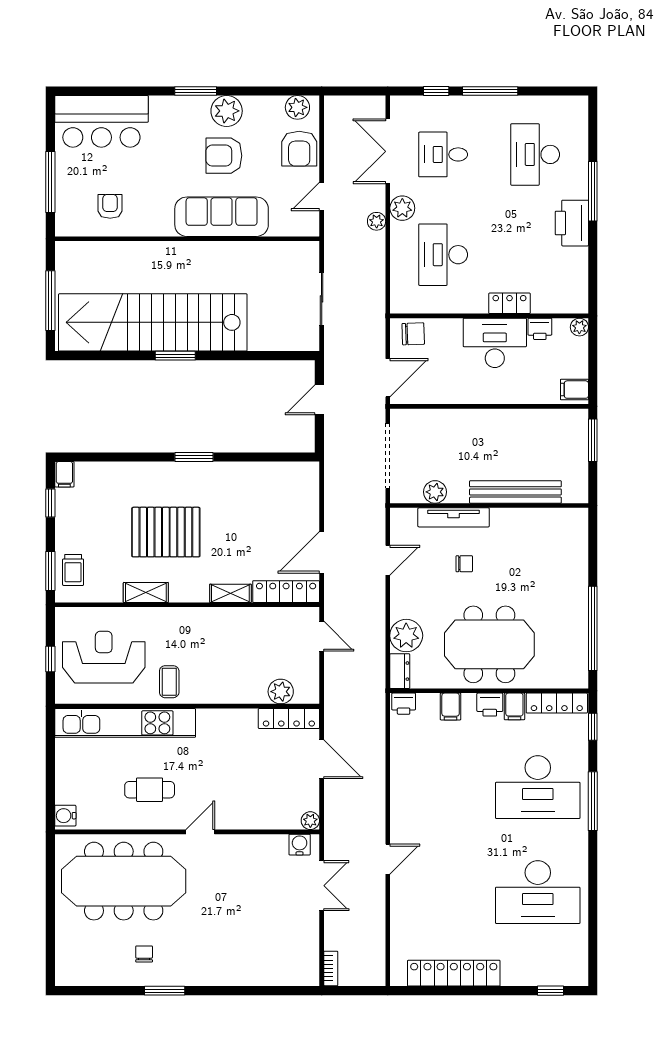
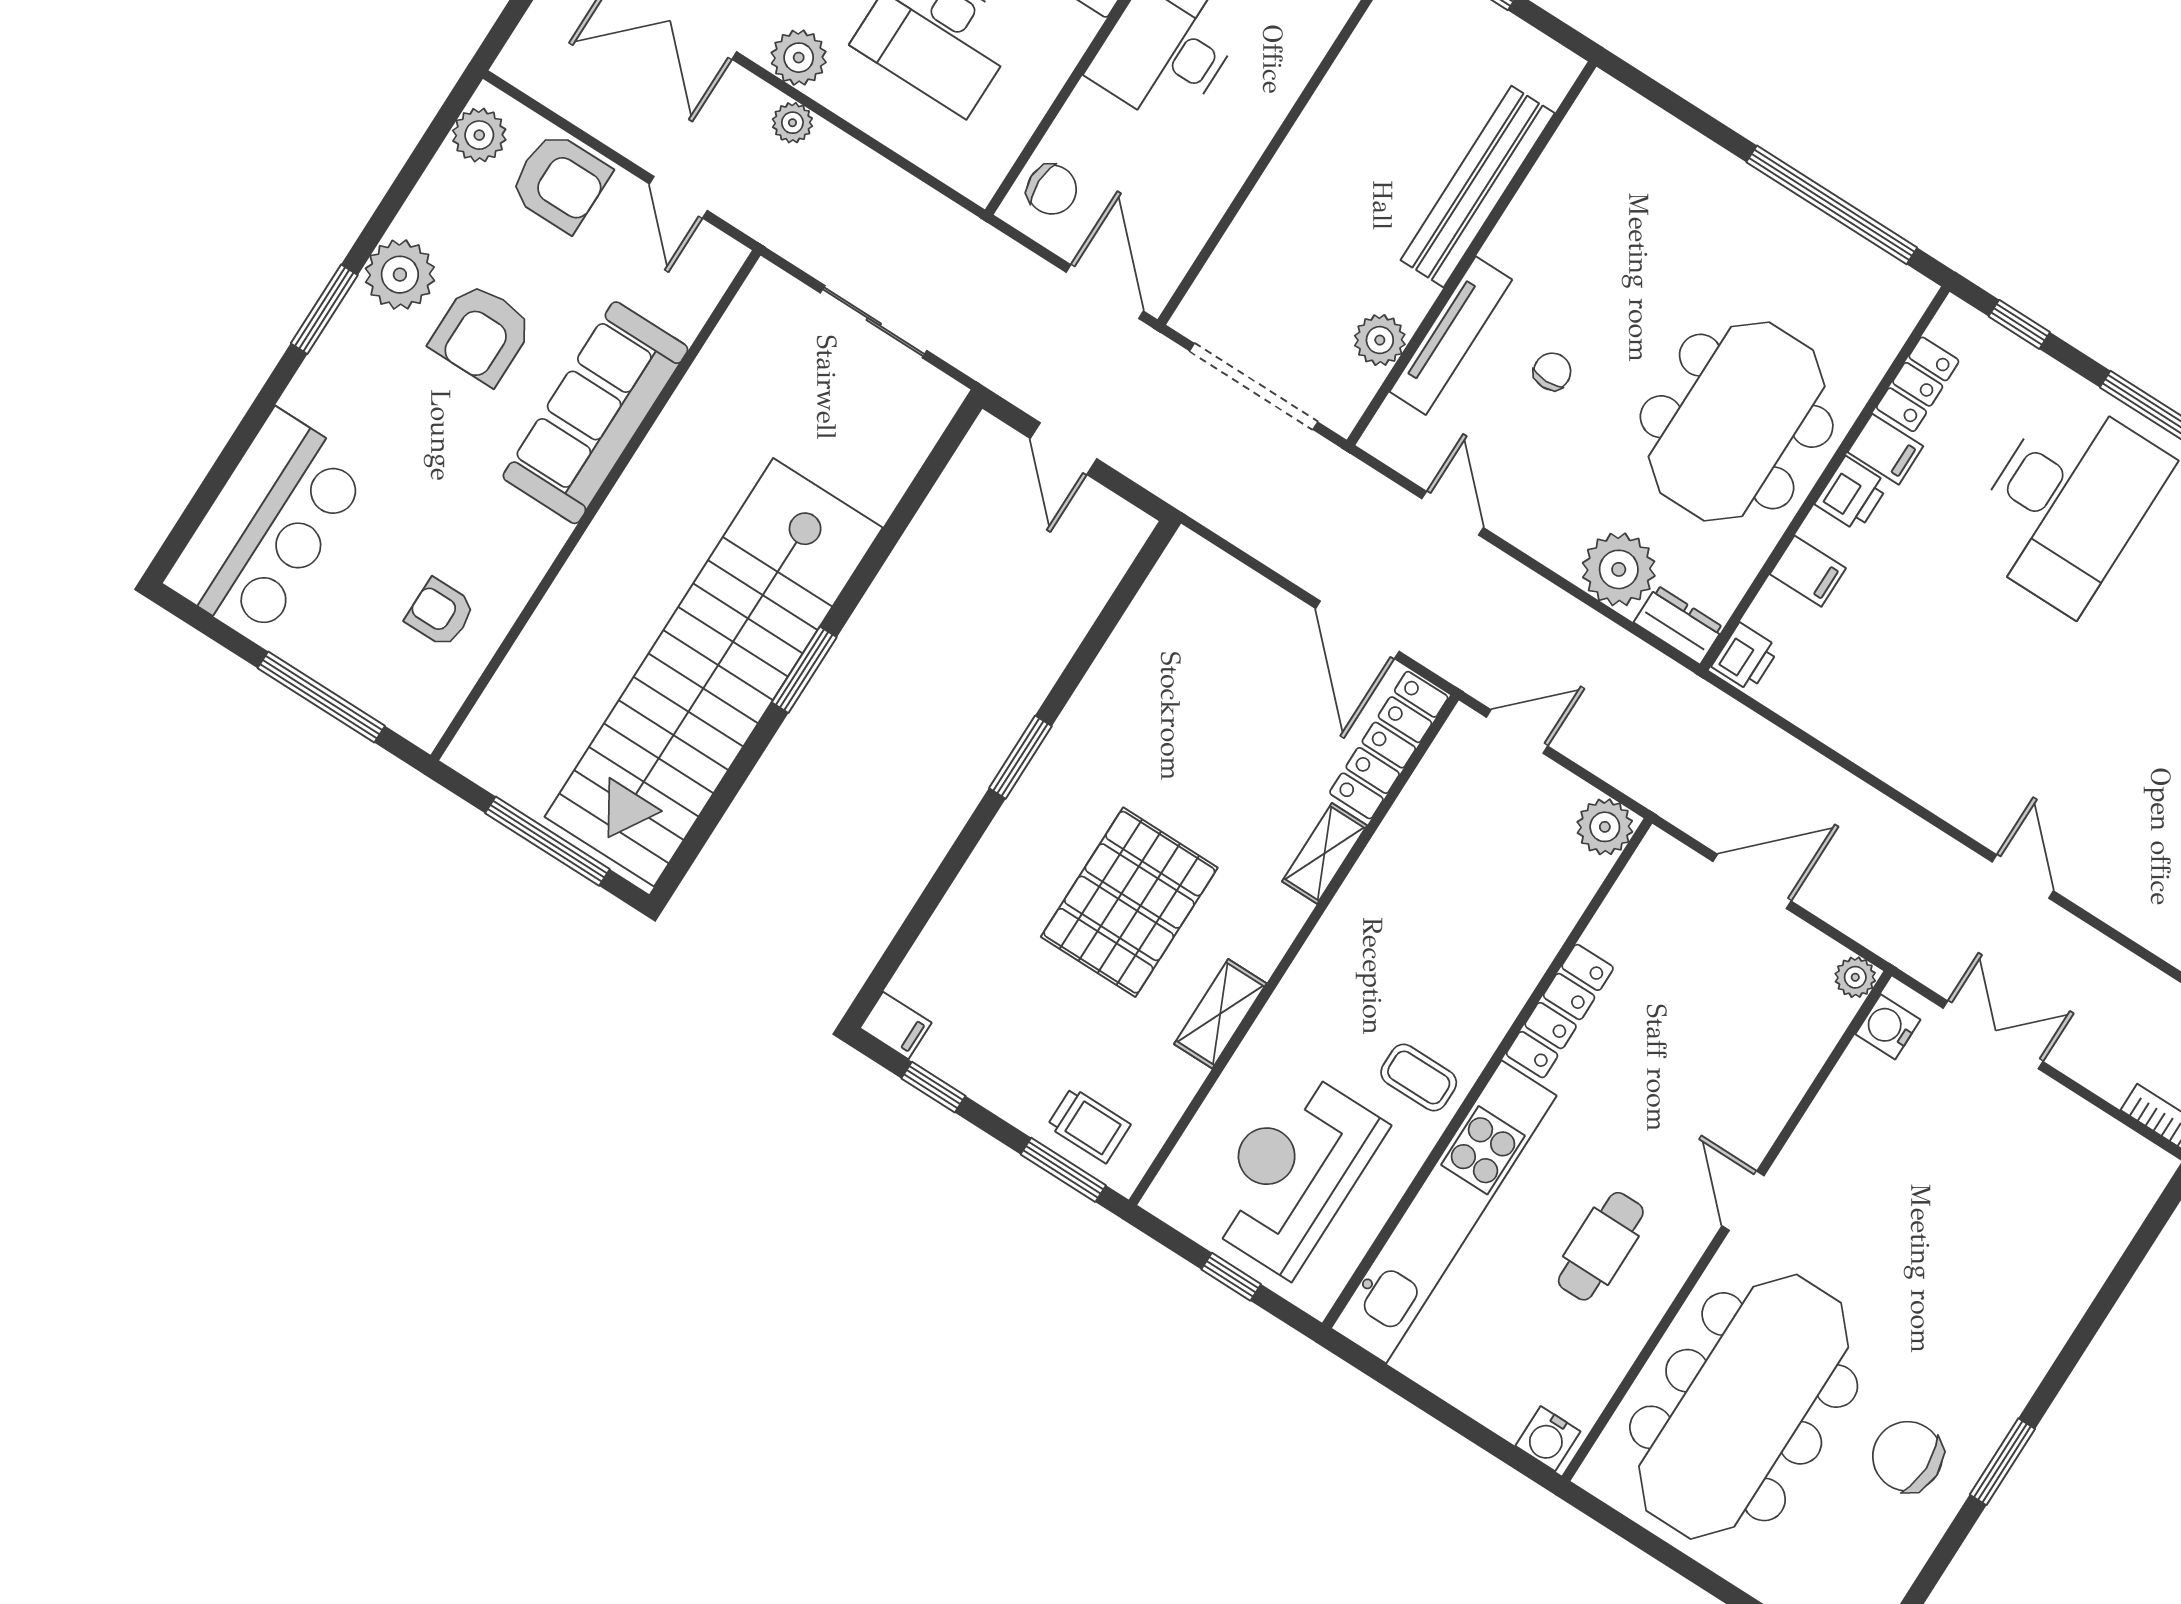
chair: (413, 334) -> (1052, 189), turned 92
plant: (281, 692) -> (1605, 827), moved
locker: (557, 703) -> (1918, 384), width x0.66
locker: (289, 718) -> (1560, 1011), moved
chair: (144, 954) -> (1908, 1456), width x1.87, depth x1.87

